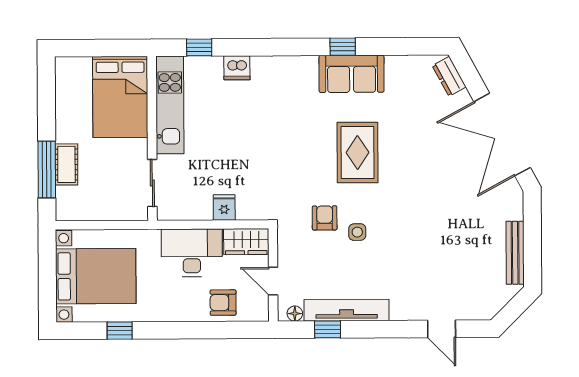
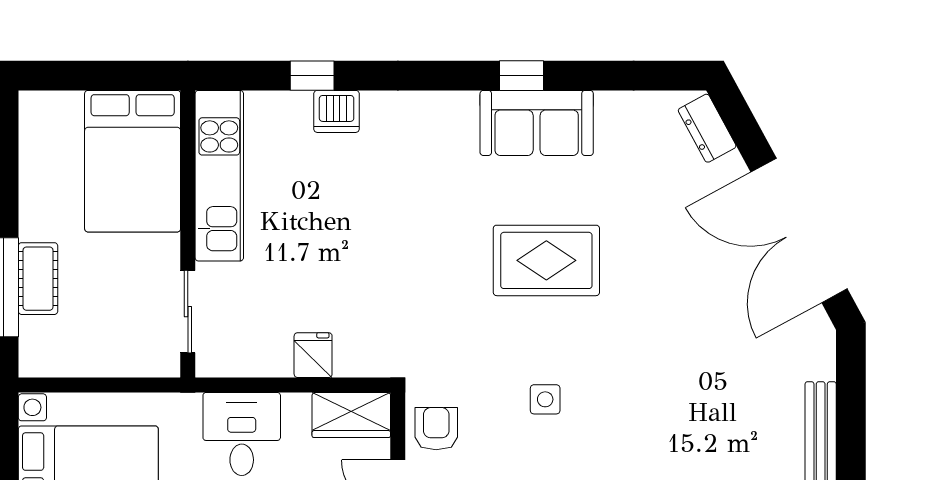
window: (199, 47) -> (312, 76), moved
rug: (358, 153) -> (546, 260), turned 90
armchair: (325, 218) -> (436, 429), moved
desk: (192, 253) -> (242, 434), width x0.73

